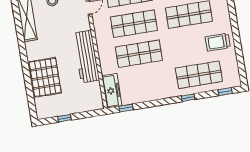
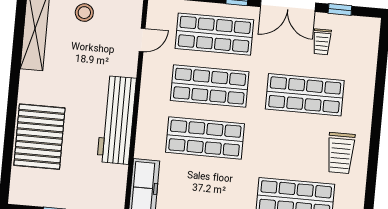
trolley: (218, 42) -> (341, 153), turned -90

